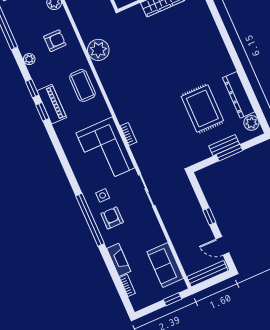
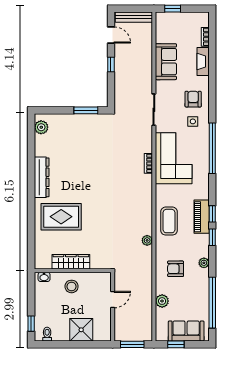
plant: (98, 50) -> (147, 240), width x0.53, depth x0.53
dresser: (239, 95) -> (42, 177), moved
rug: (202, 109) -> (61, 217), moved, turned 90
bench: (224, 145) -> (72, 119), removed
window: (230, 153) -> (86, 110), moved
armchair: (112, 218) -> (193, 99), turned 180
window: (90, 220) -> (212, 148), moved
sofa: (165, 265) -> (166, 62), moved

